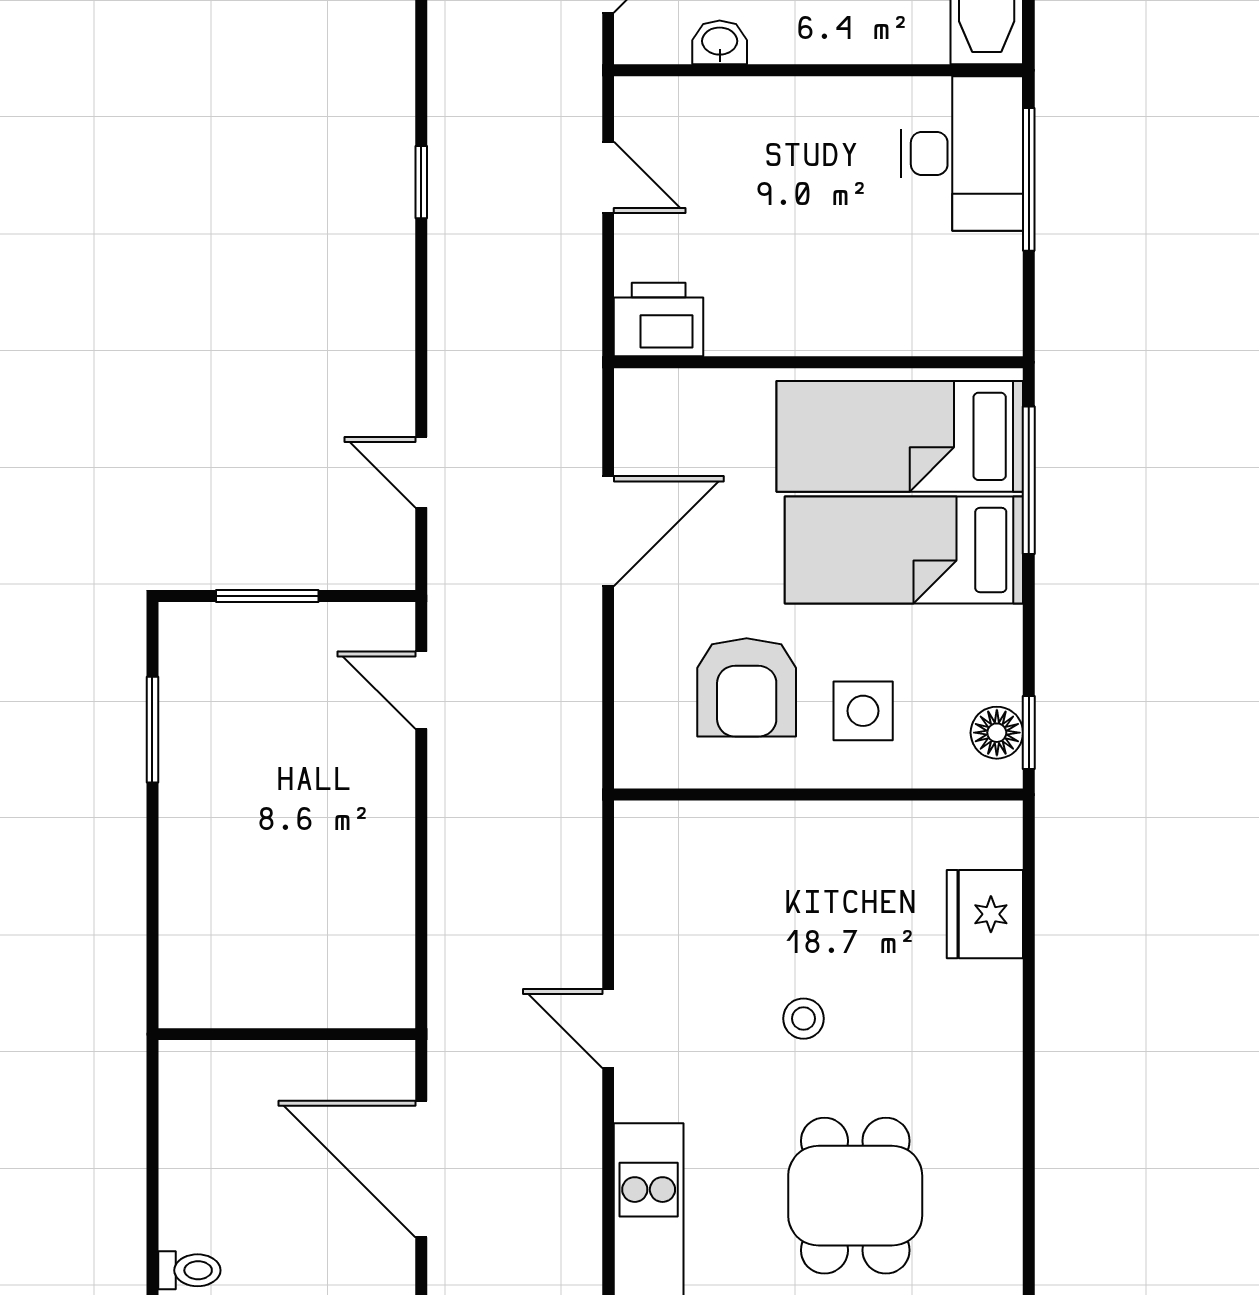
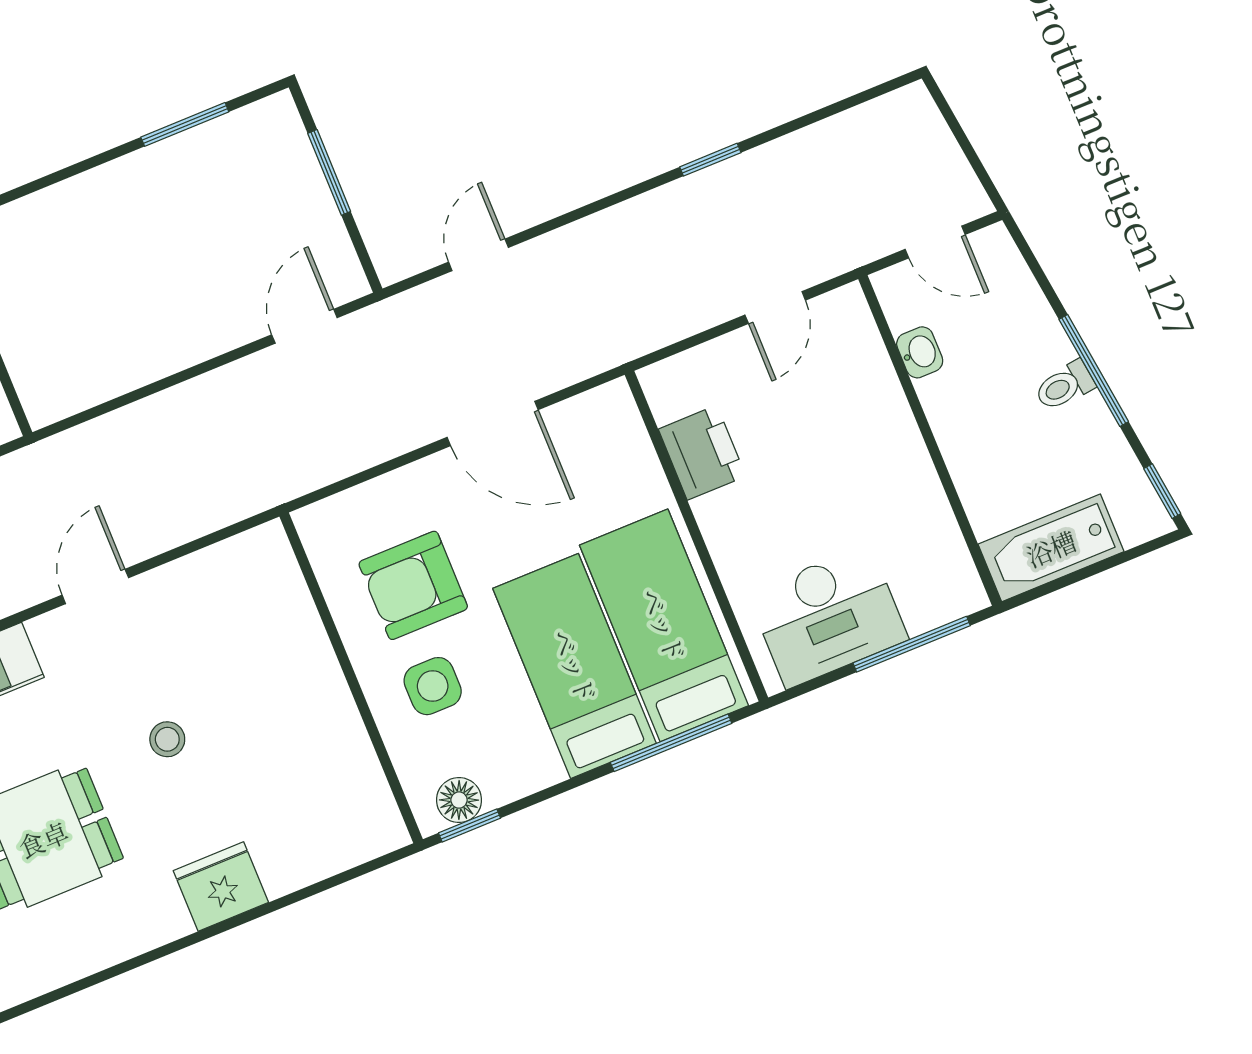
desk: (962, 153) -> (828, 616), moved
printer: (659, 320) -> (702, 453), moved
fridge: (985, 914) -> (221, 887), moved

